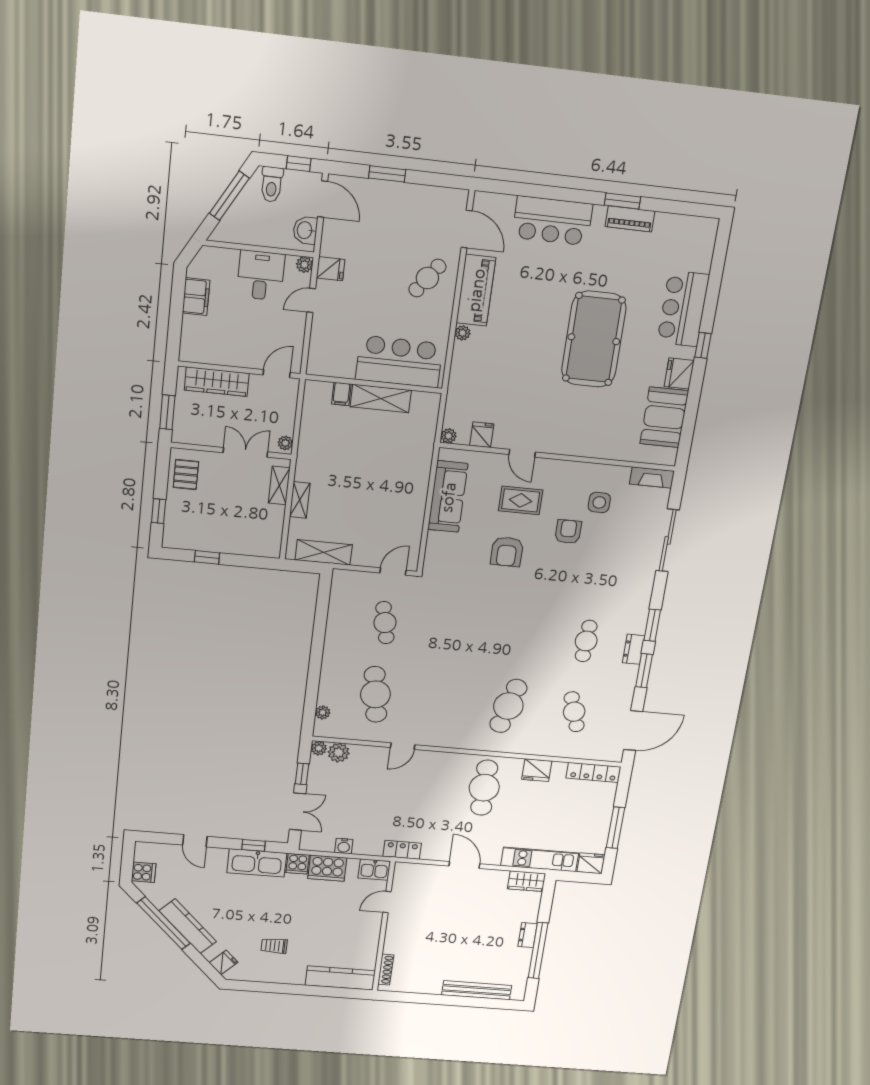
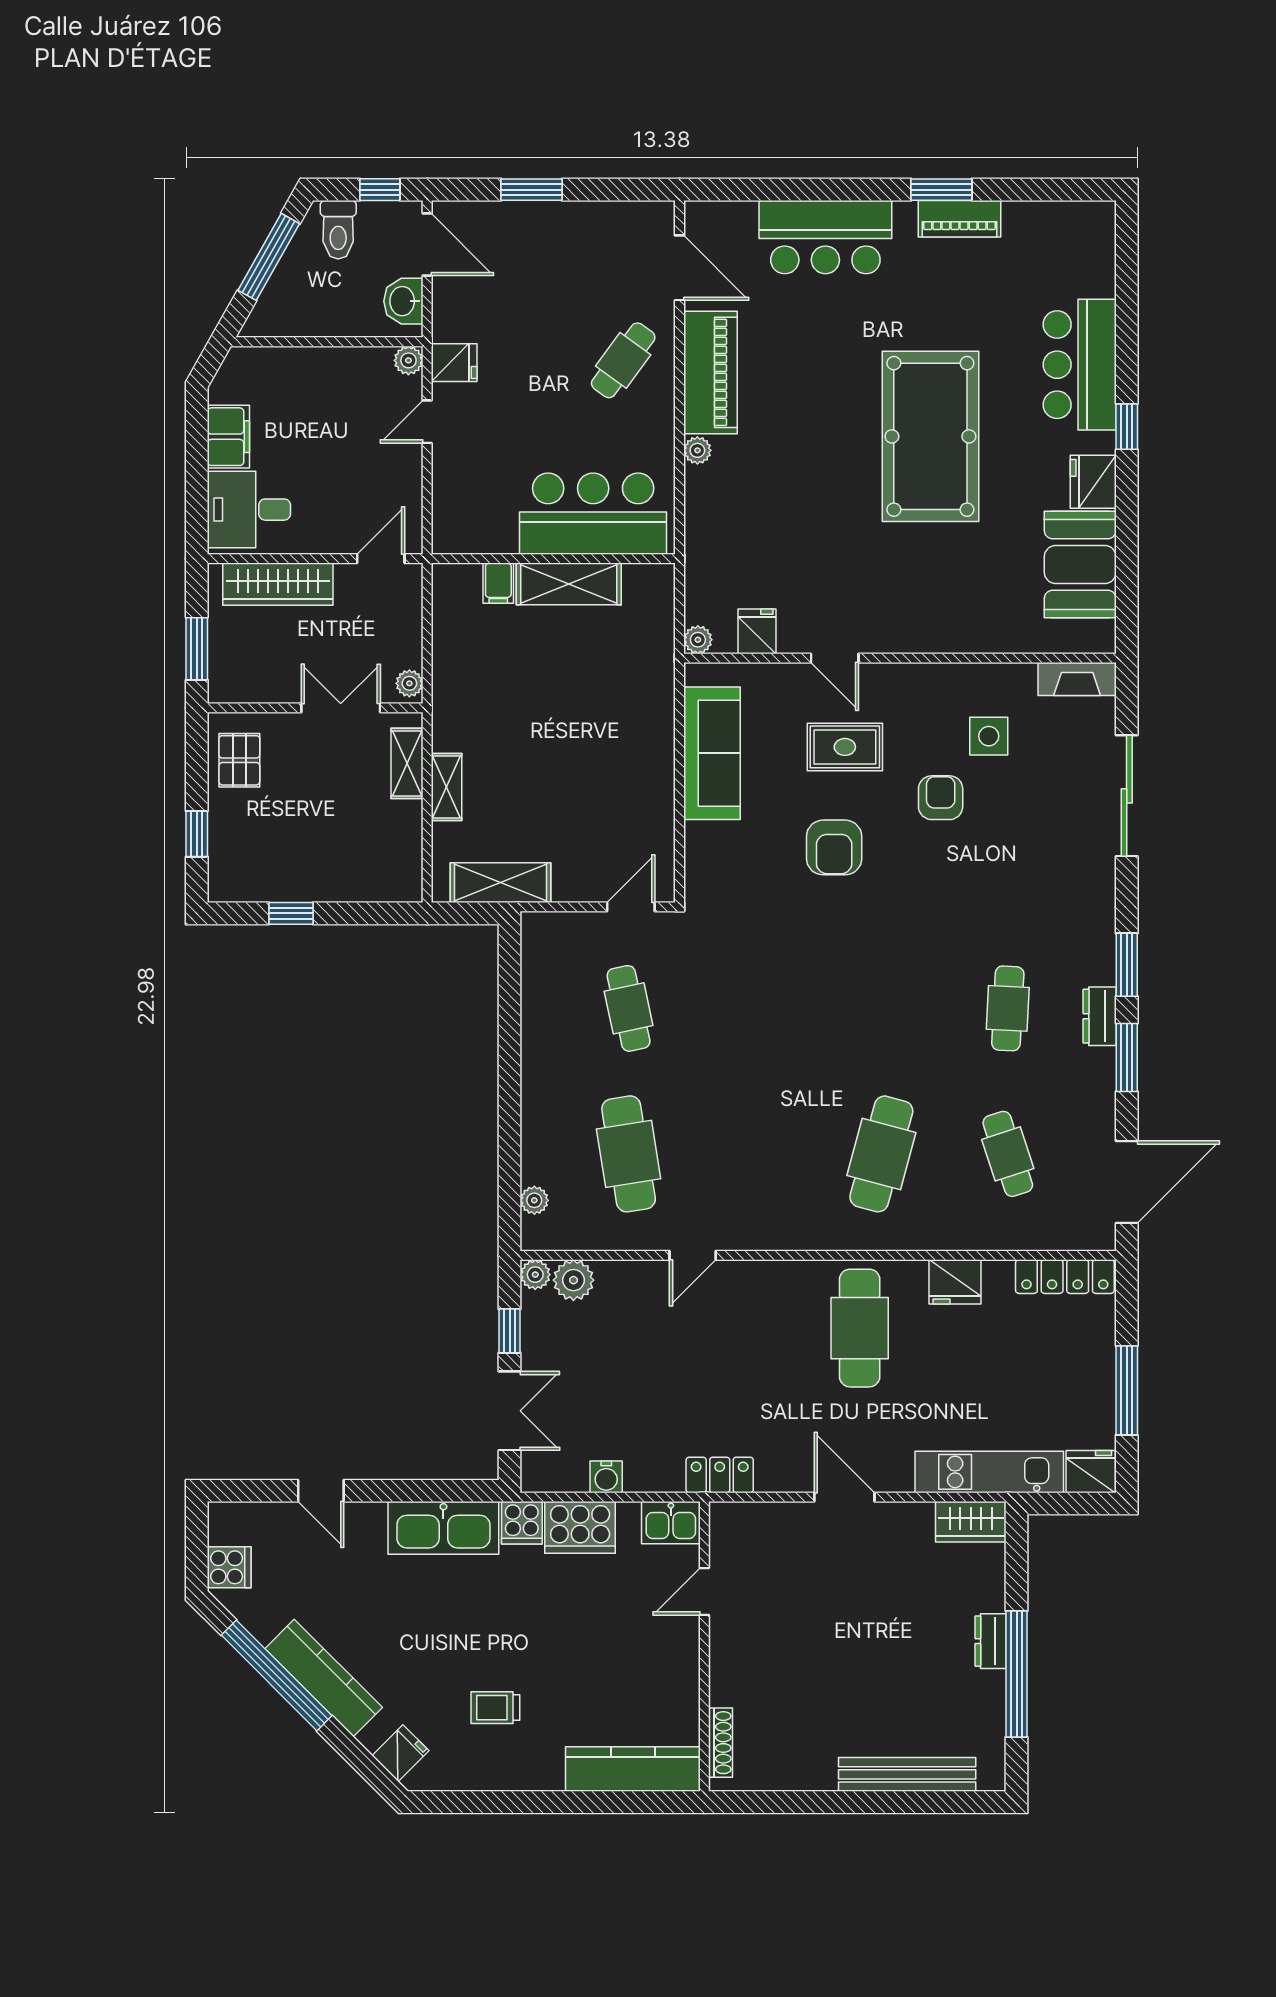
desk: (261, 275) -> (249, 510), moved, turned -90
window: (254, 845) -> (433, 1491), removed

